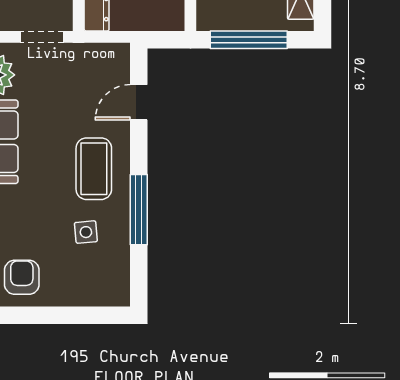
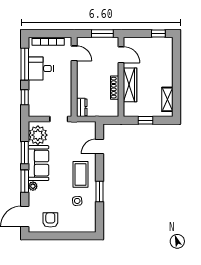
window: (249, 40) -> (146, 120), width x0.46
window: (139, 210) -> (99, 192), width x0.69

